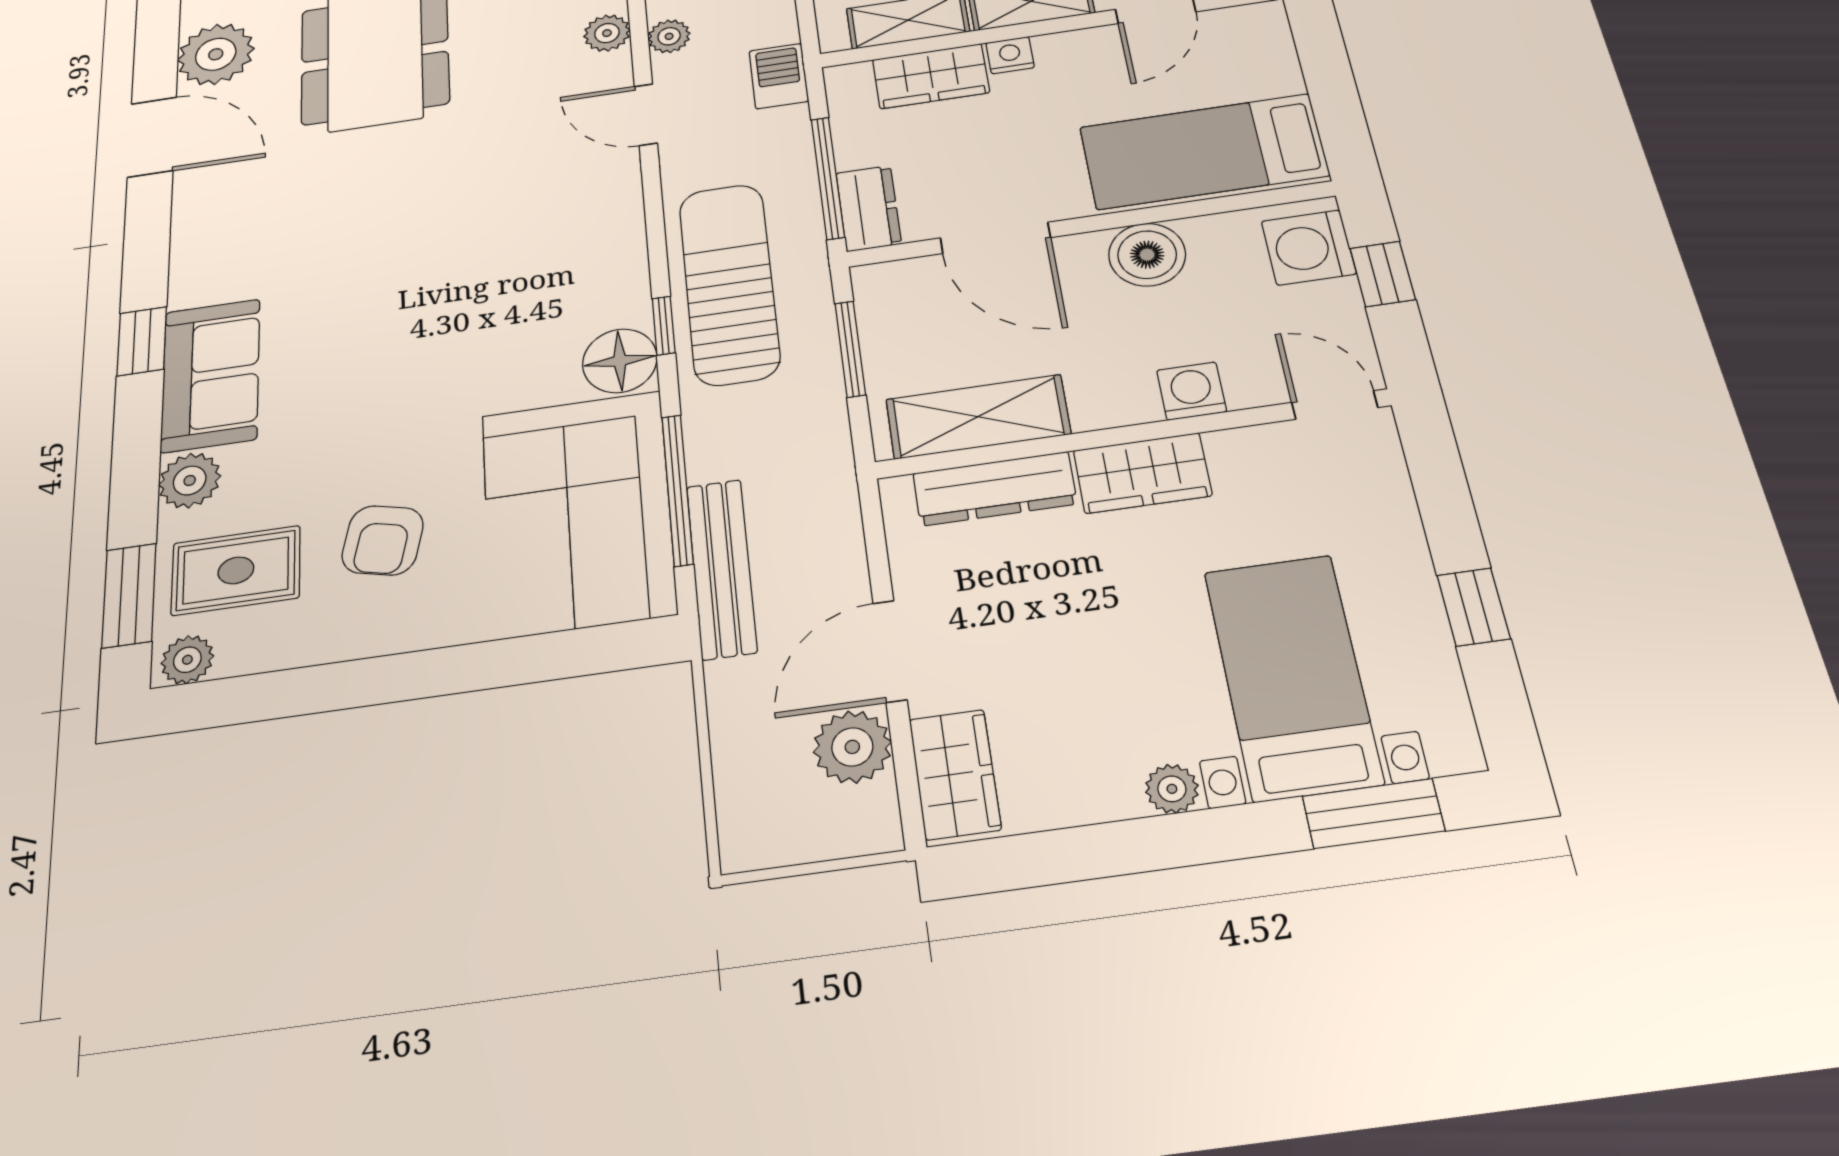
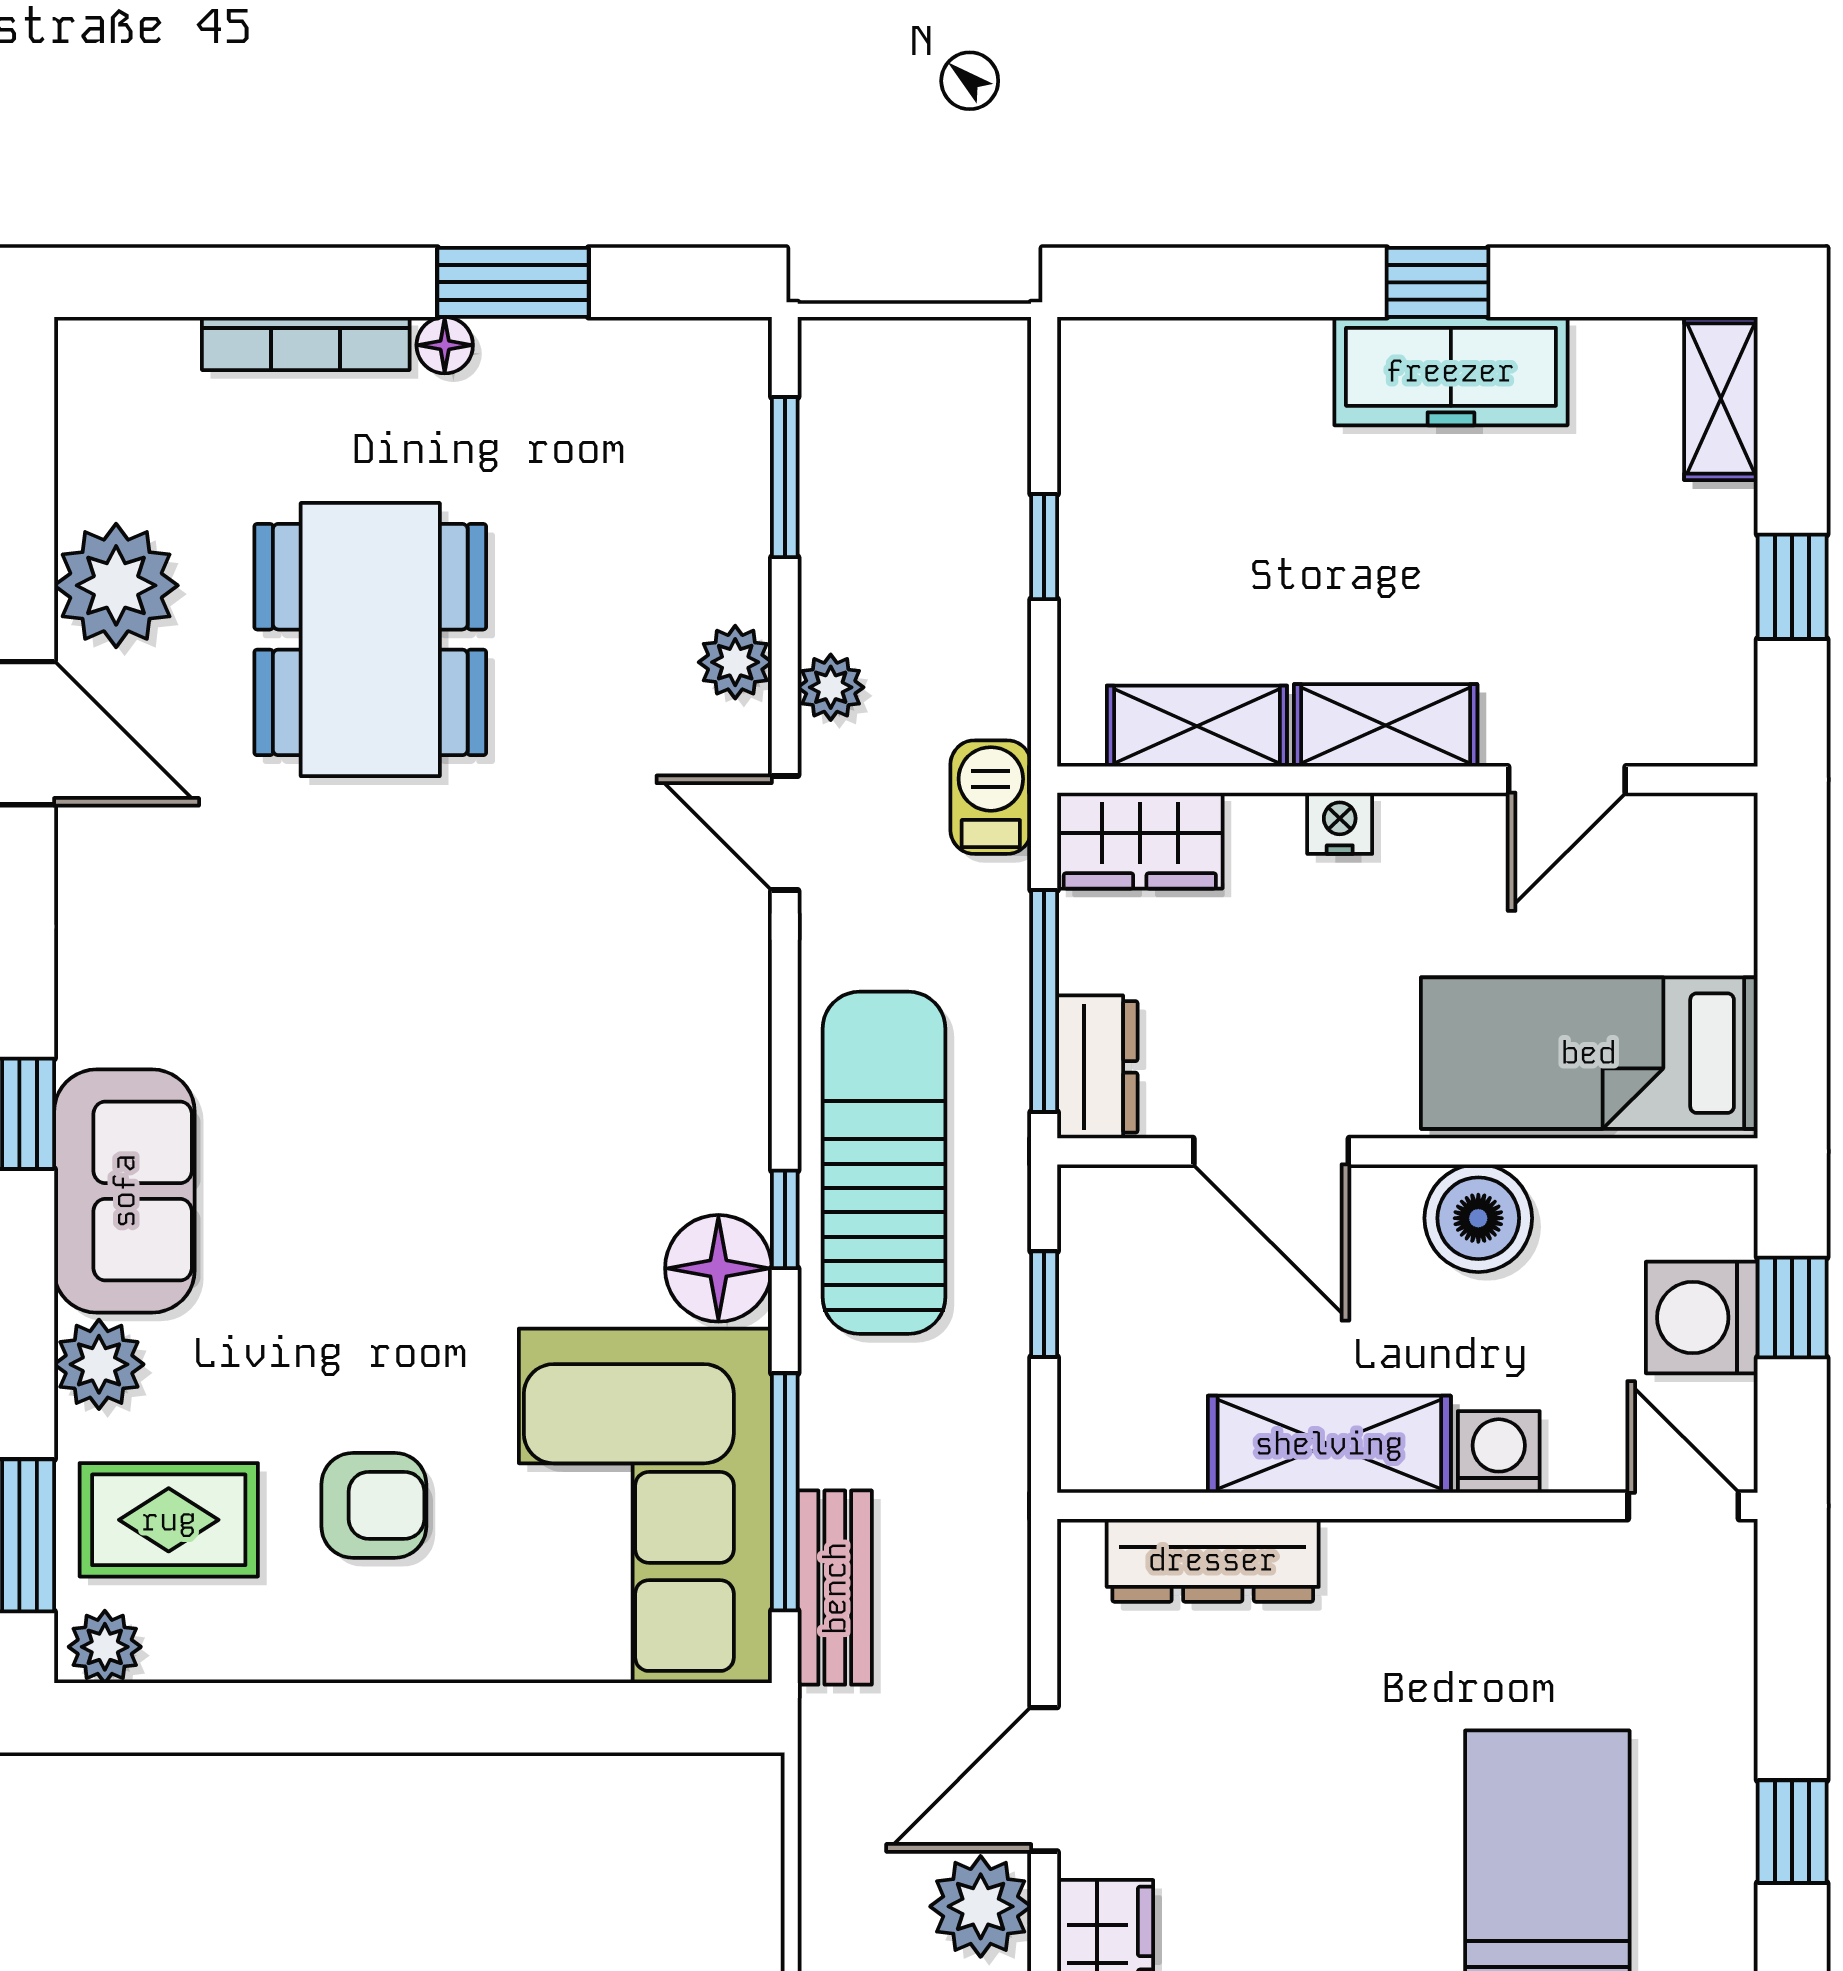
wardrobe: (931, 76) -> (1140, 841), moved
washing machine: (1309, 248) -> (1702, 1318), moved
window: (850, 349) -> (1044, 1304), width x0.67
shelving: (978, 417) -> (1329, 1444), moved
wardrobe: (1142, 473) -> (1411, 1569), removed
armchair: (383, 540) -> (374, 1505), turned -103
bench: (721, 568) -> (835, 1588), width x0.73

